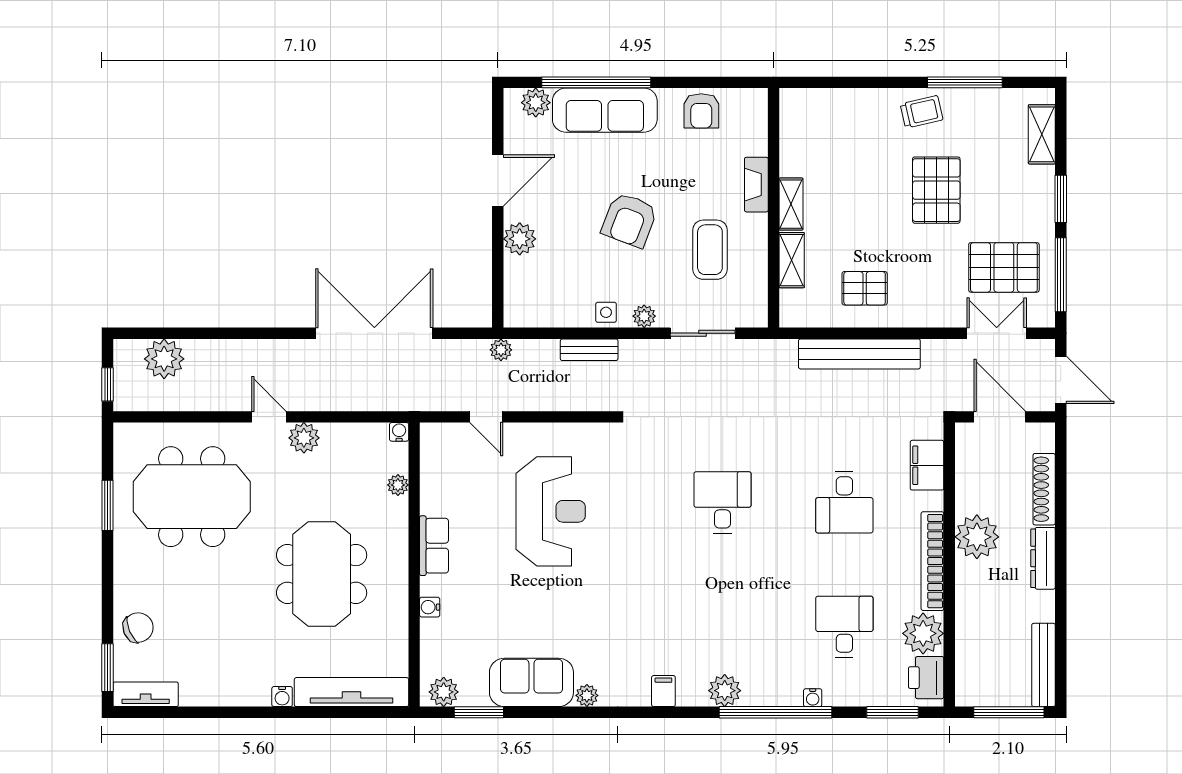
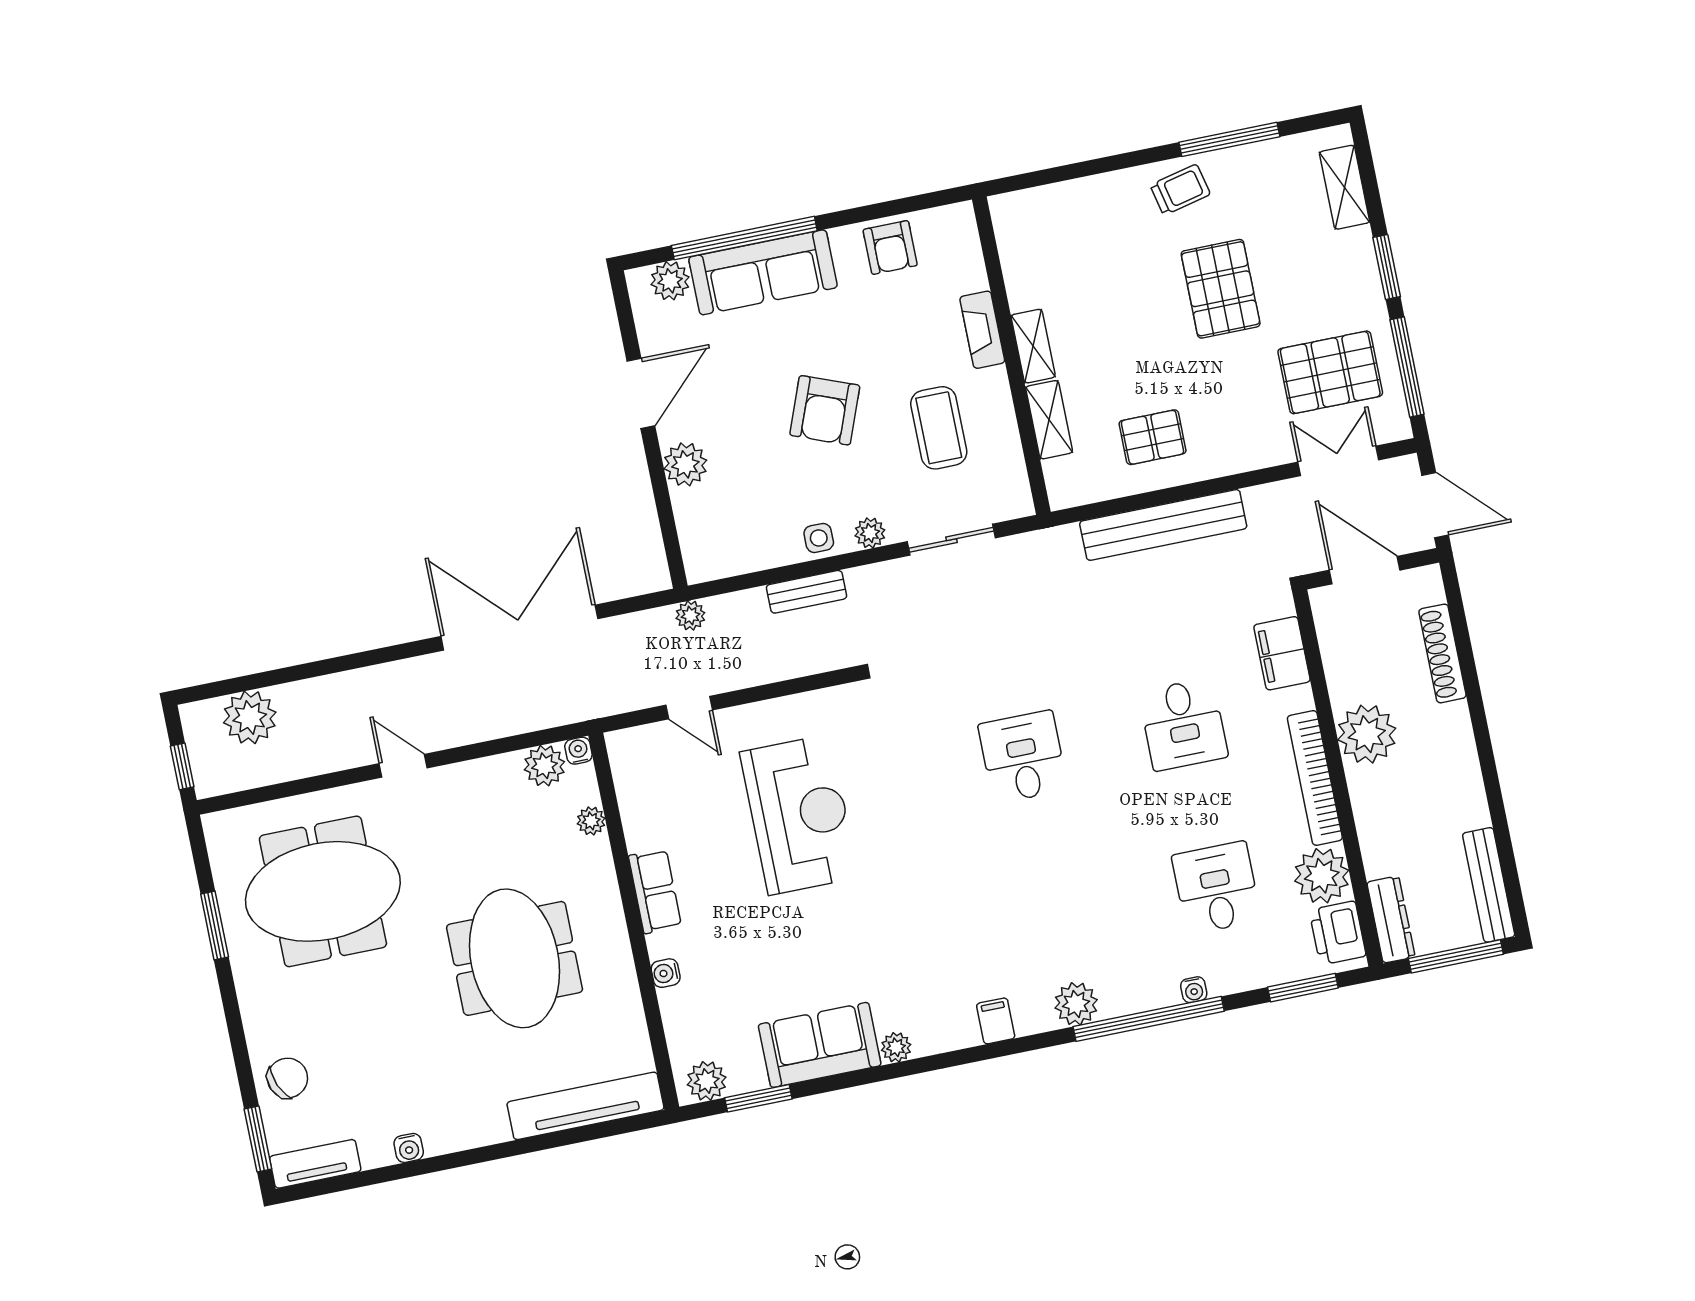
plant: (304, 438) -> (544, 766), moved
dresser: (1043, 558) -> (1391, 919), moved, turned 180
water cooler: (282, 697) -> (409, 1148), moved

